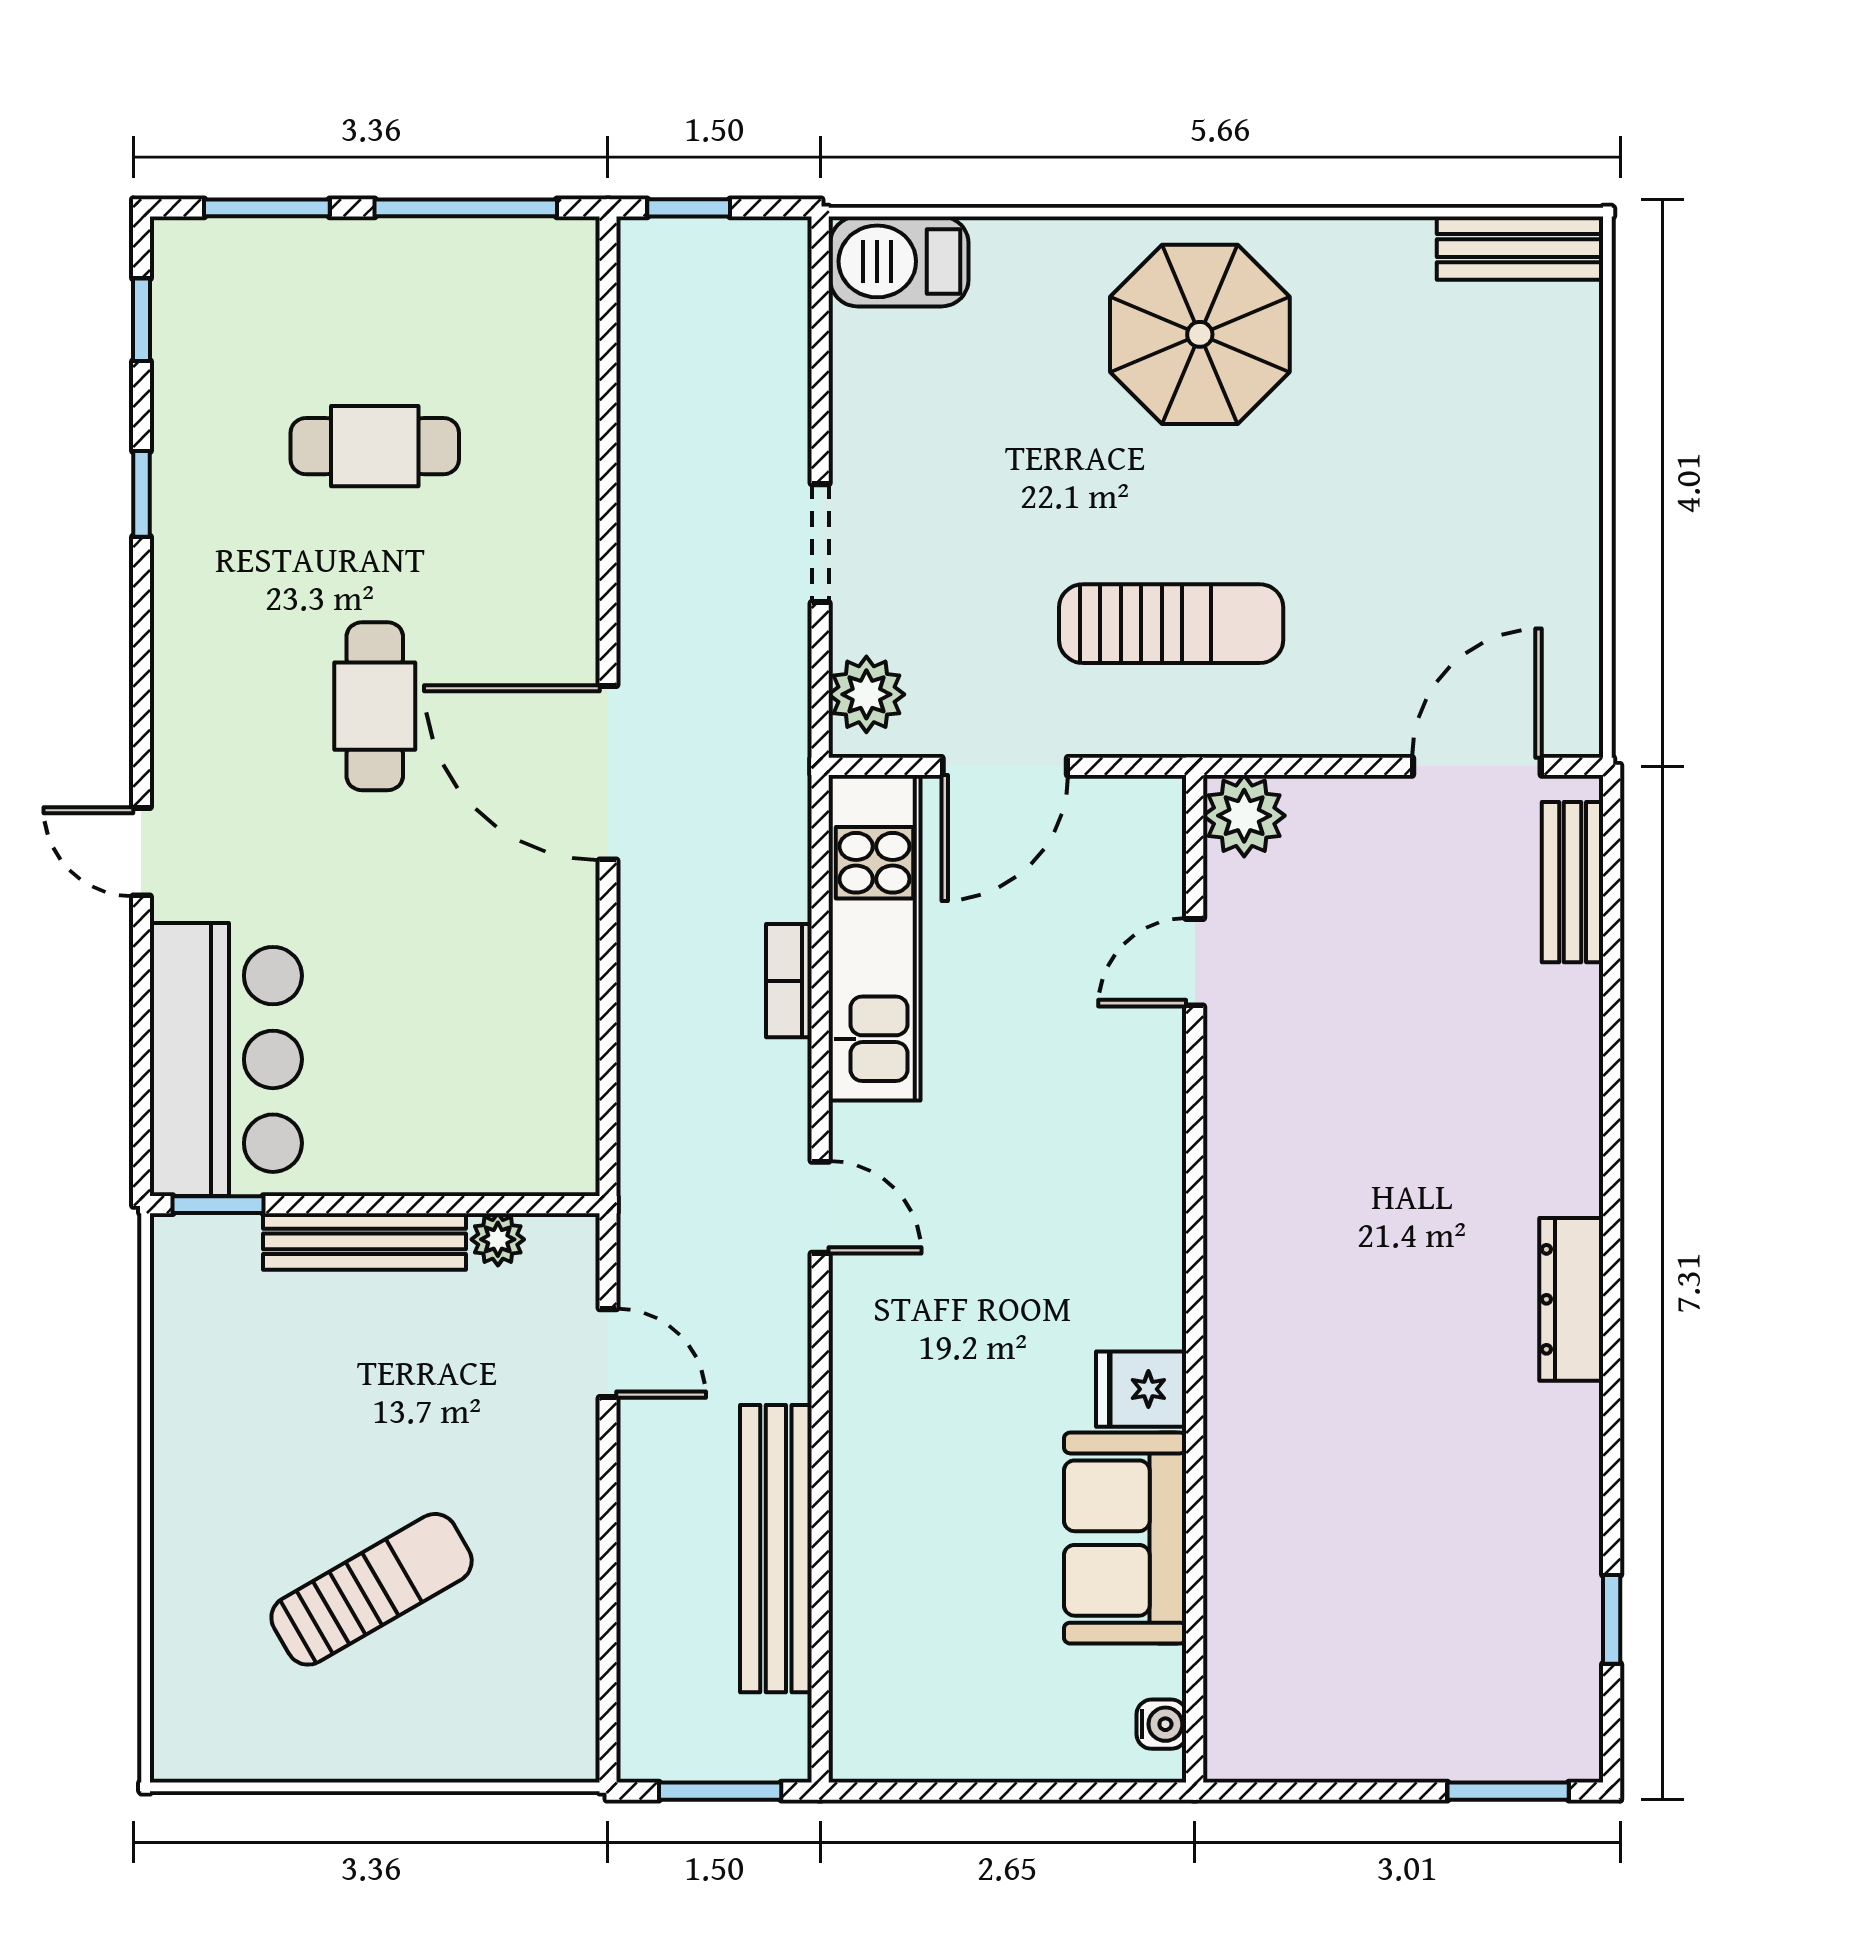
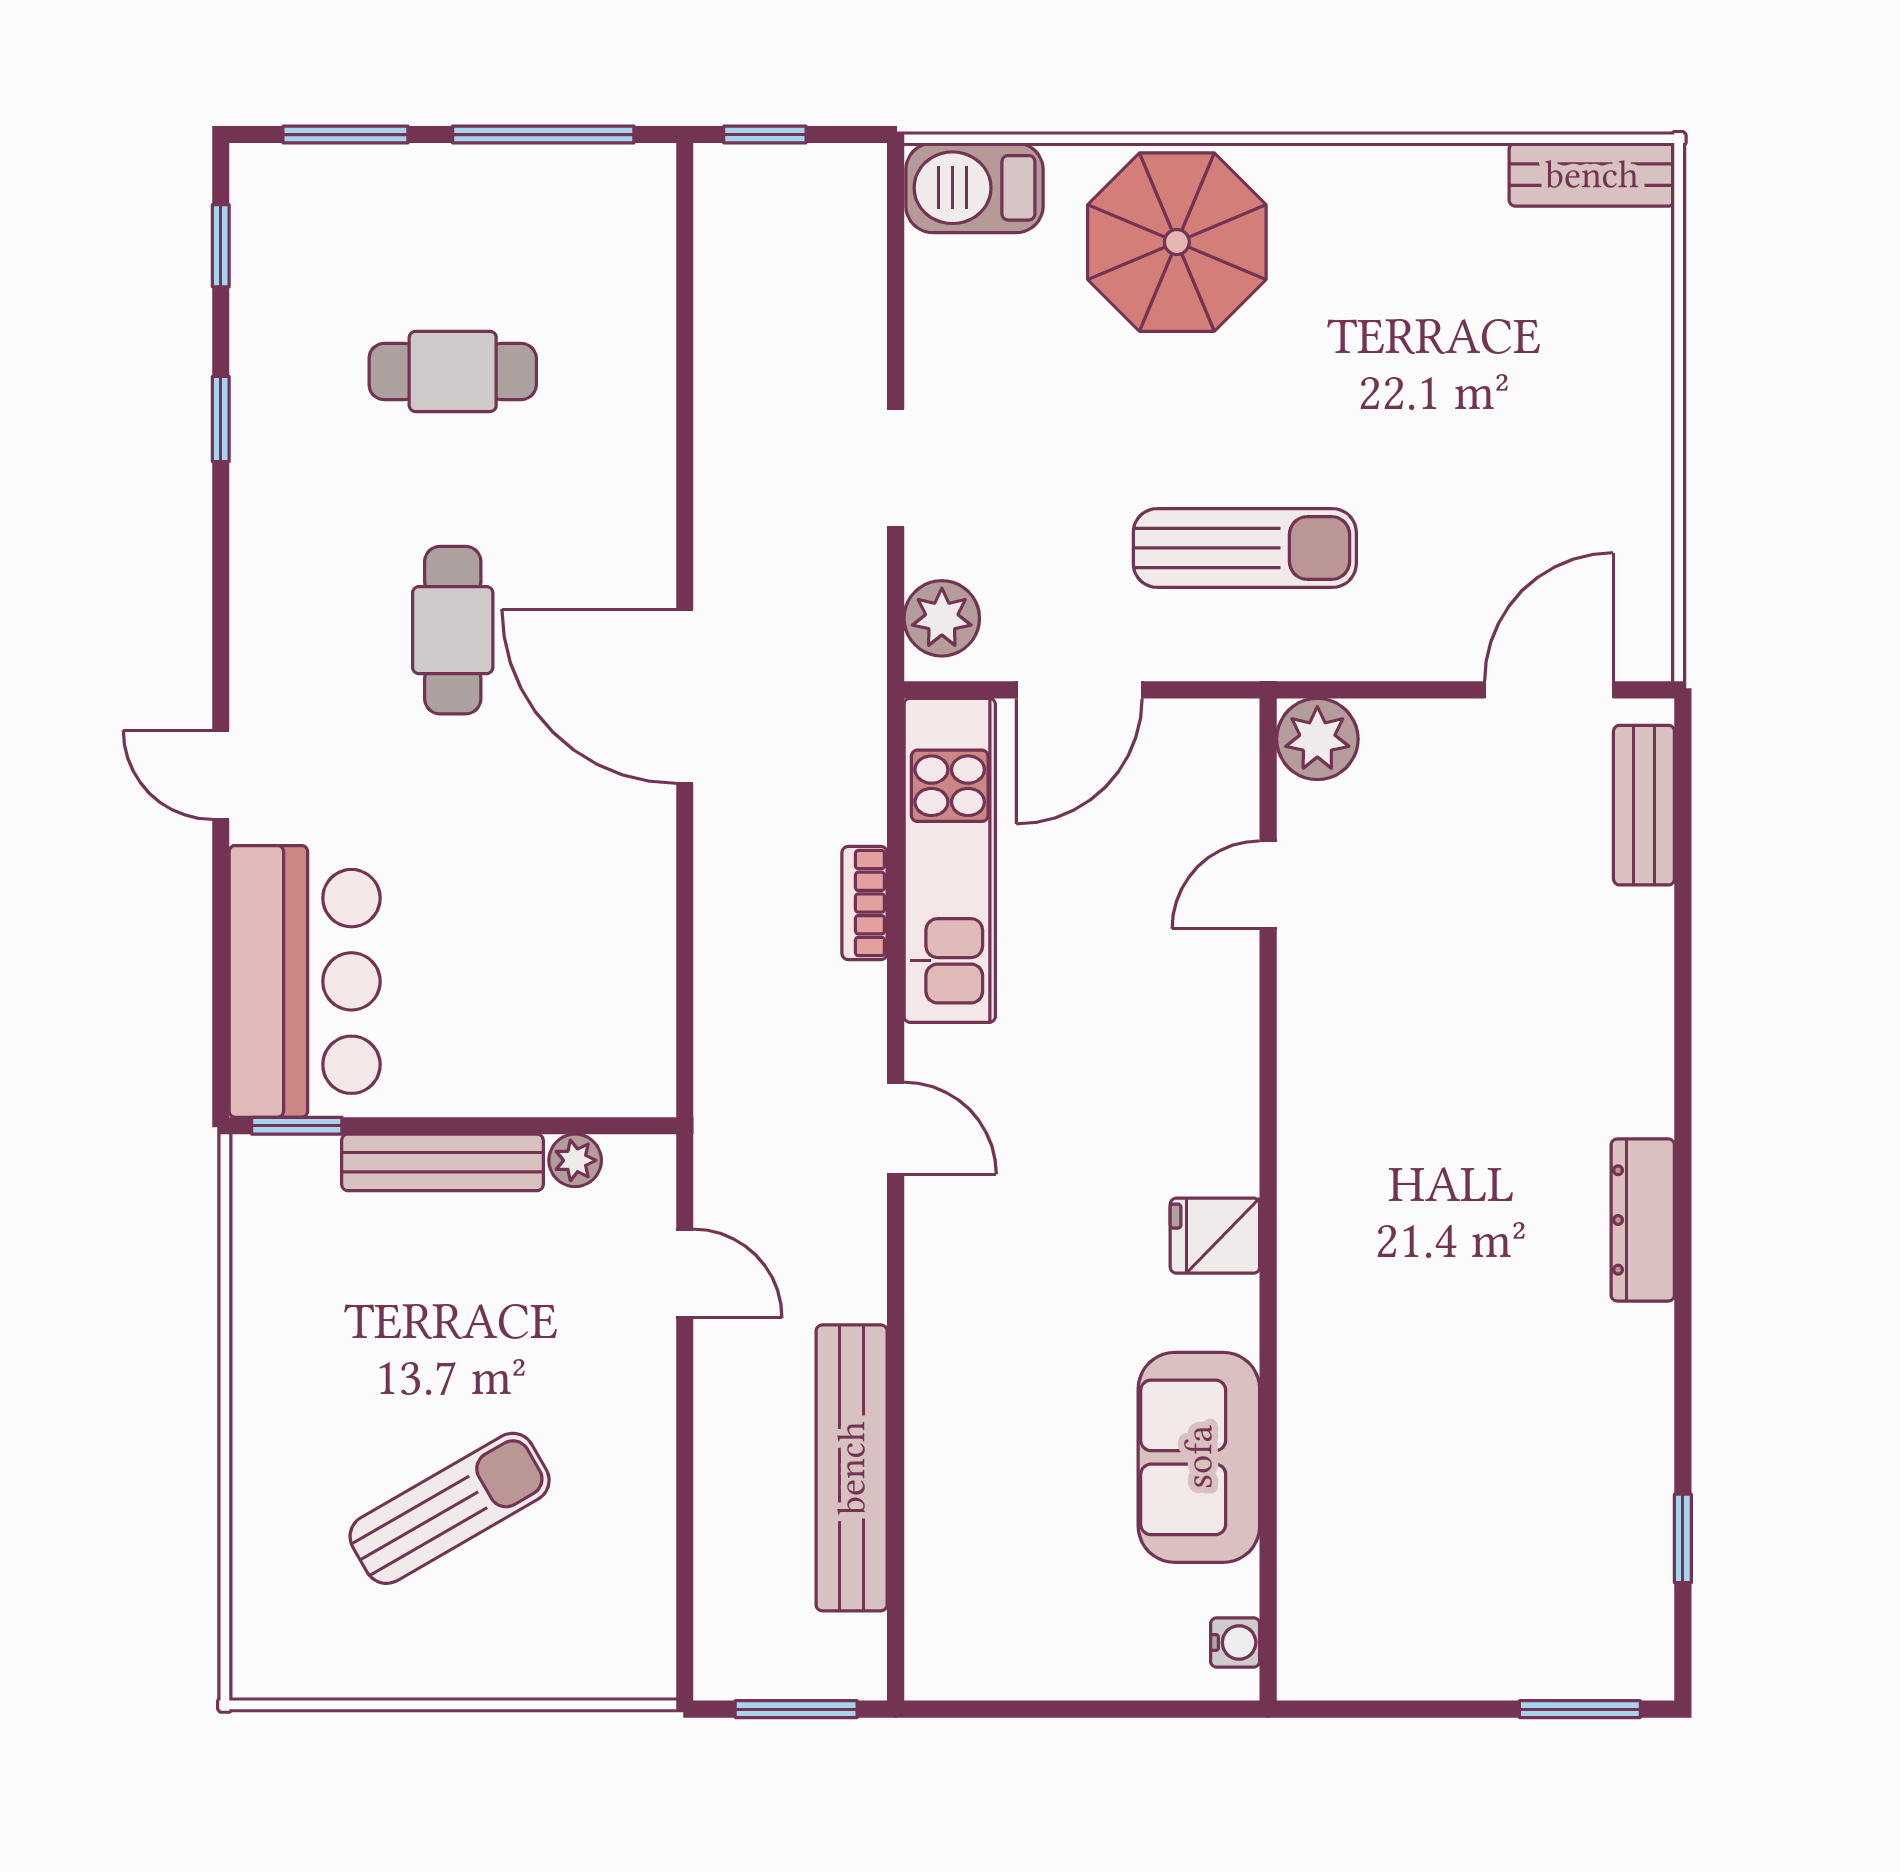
parasol: (1200, 334) -> (1177, 242), moved
fridge: (1141, 1389) -> (1215, 1236), moved

